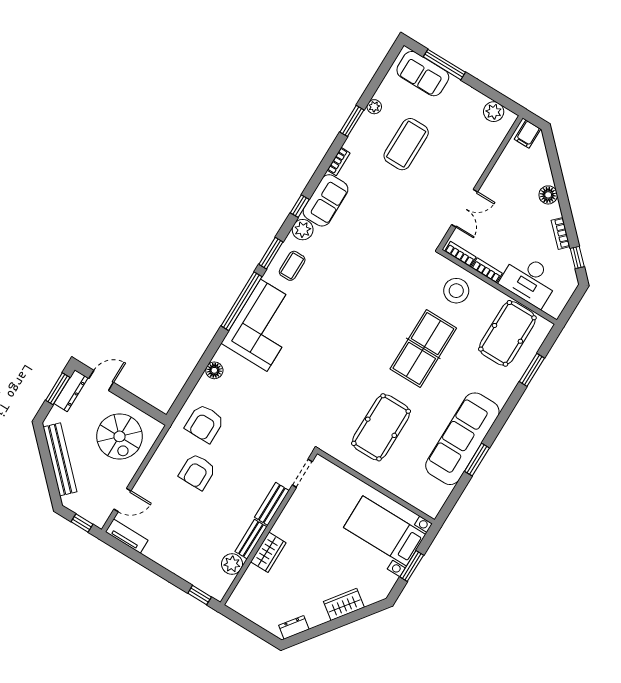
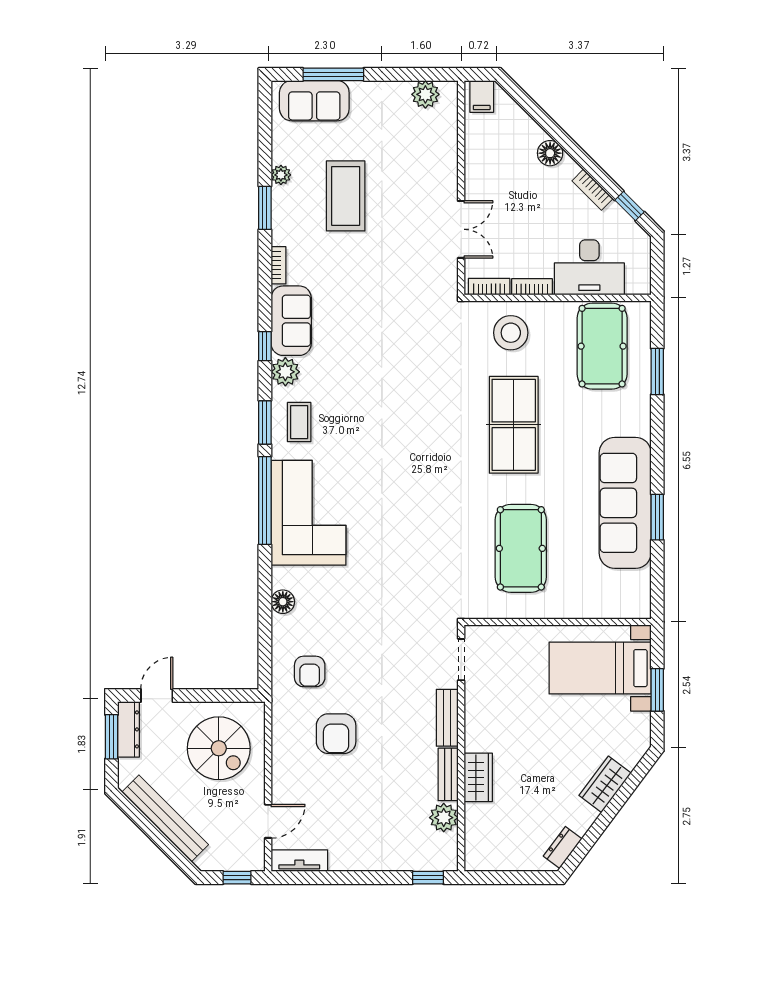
armchair: (204, 423) -> (310, 671), width x0.72, depth x0.72

